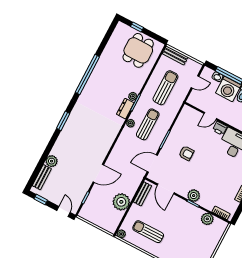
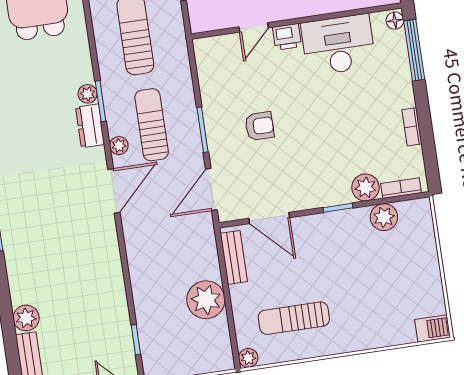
door: (98, 173) -> (114, 191), moved
plant: (194, 196) -> (365, 187), moved

